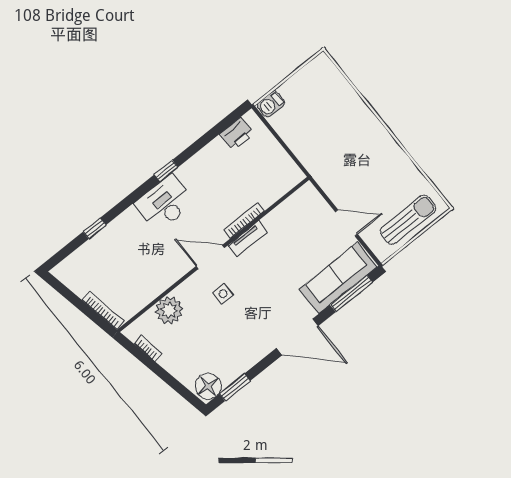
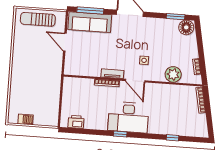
barbecue: (271, 104) -> (25, 119), moved
desk: (165, 203) -> (128, 117), width x1.36, depth x1.30

